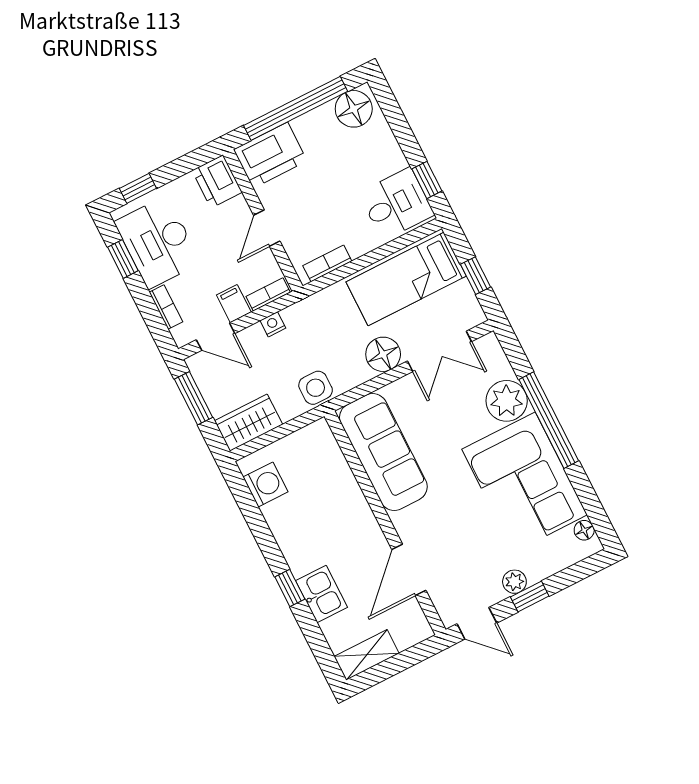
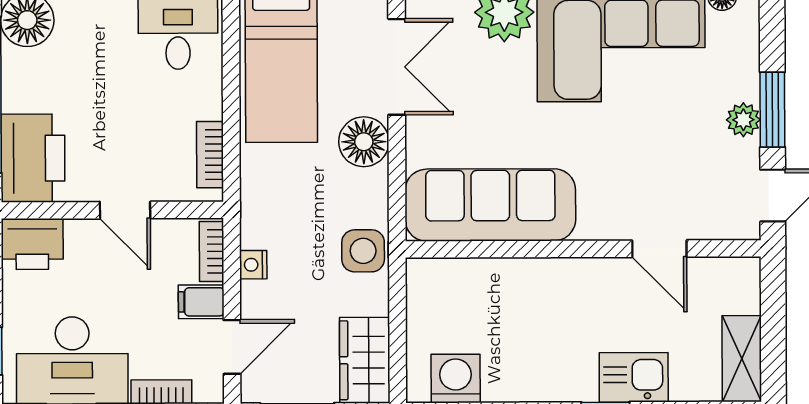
door: (409, 570) -> (659, 249), width x0.73
window: (530, 596) -> (772, 110), width x1.50

